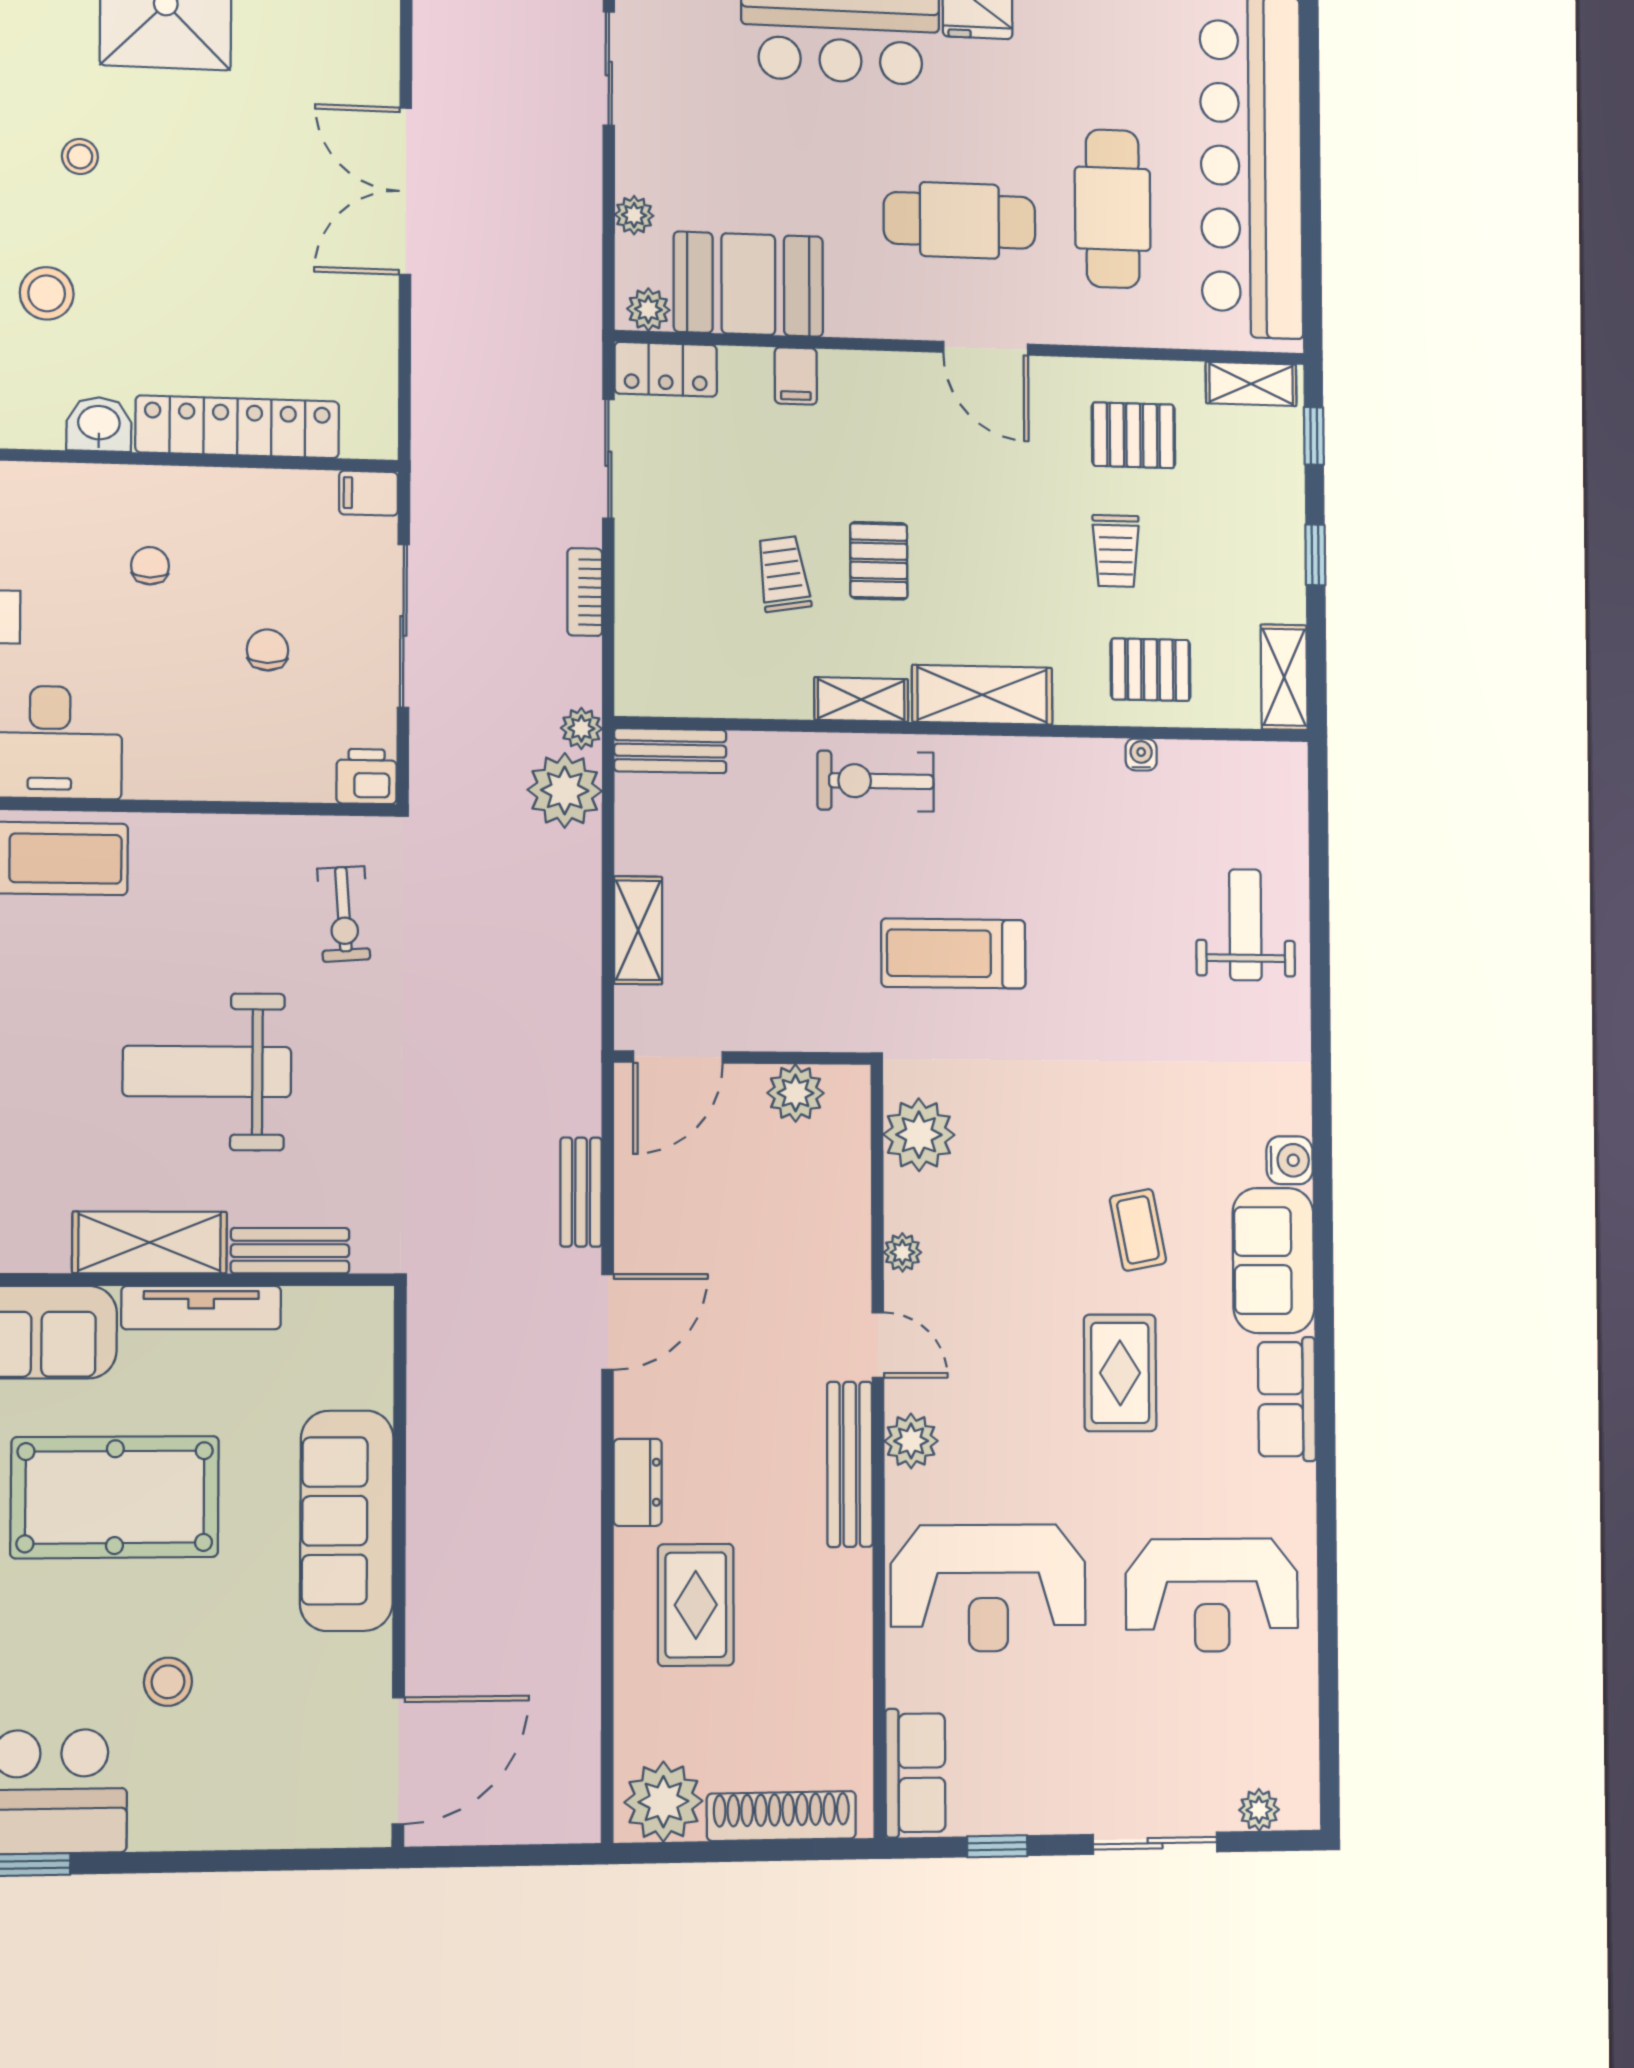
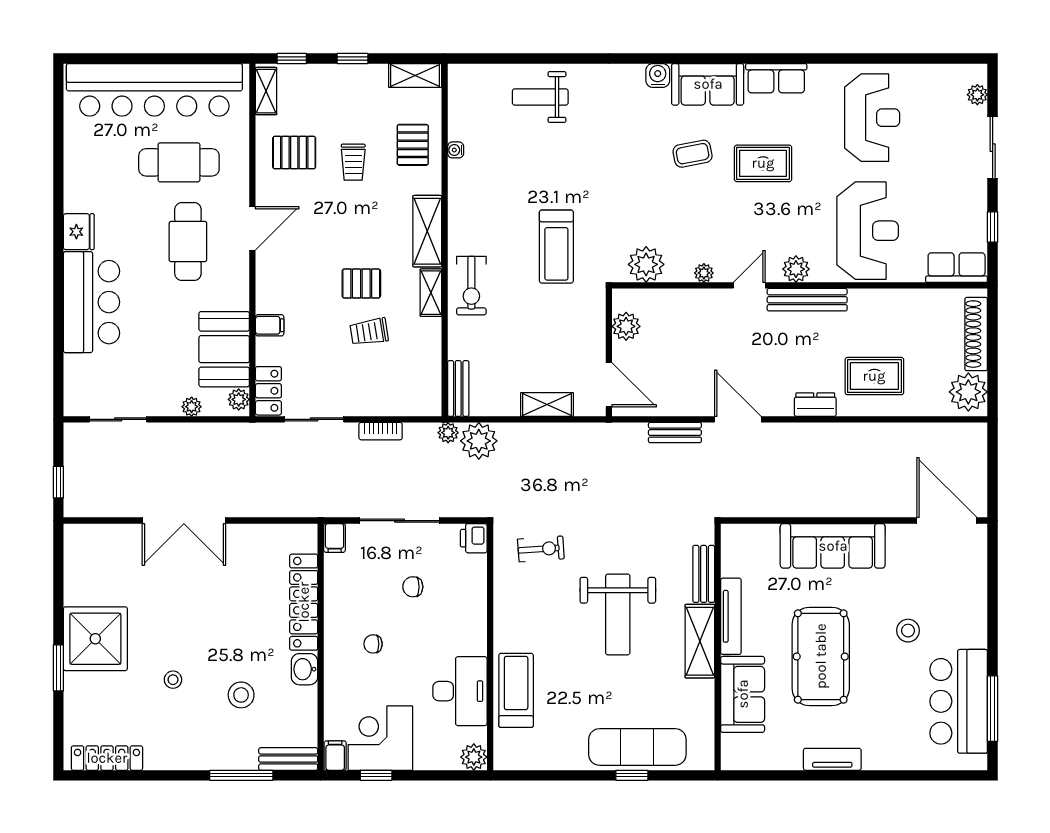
pallet: (1133, 435) -> (294, 153), turned 90
trolley: (1116, 551) -> (353, 162), turned 90

